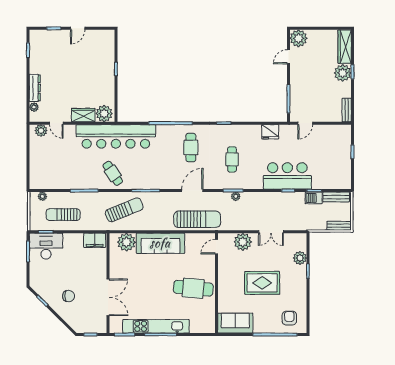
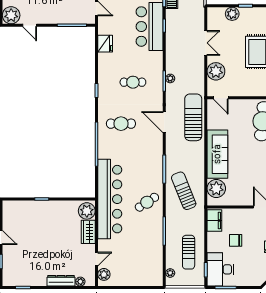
chair: (75, 261) -> (236, 240), added

